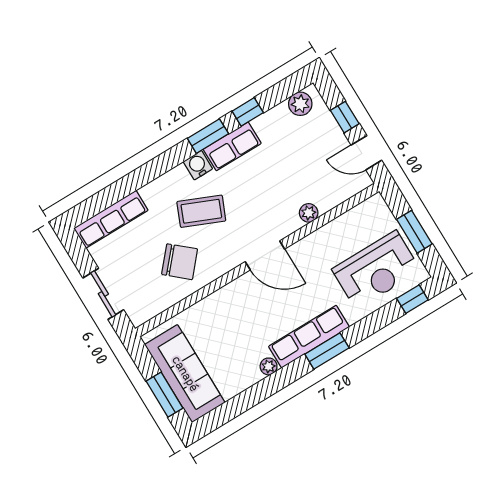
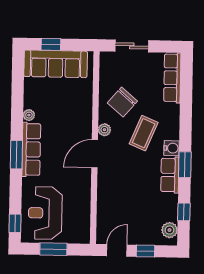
window: (248, 112) -> (184, 212), moved
plant: (309, 213) -> (104, 130), moved
window: (165, 395) -> (51, 44), width x0.67

